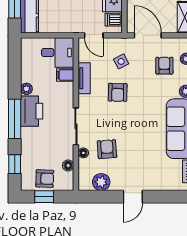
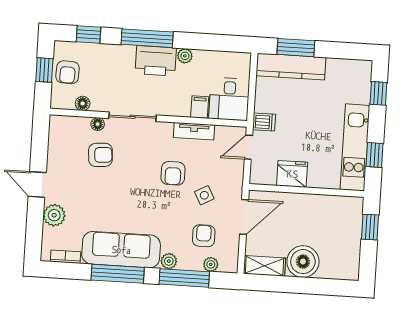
dishwasher: (114, 20) -> (264, 122), moved, turned 90
side table: (121, 61) -> (204, 195), moved
armchair: (164, 66) -> (204, 236), turned -90
armchair: (118, 92) -> (173, 173), turned -91
plant: (101, 182) -> (54, 215), moved

